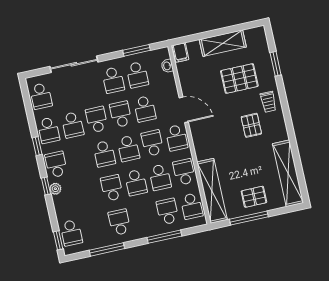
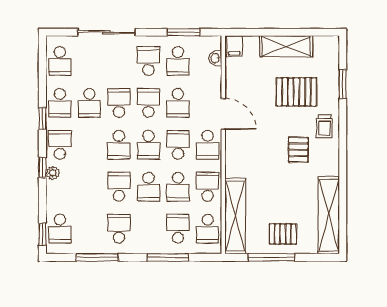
school desk: (113, 80) -> (148, 61), turned 180

